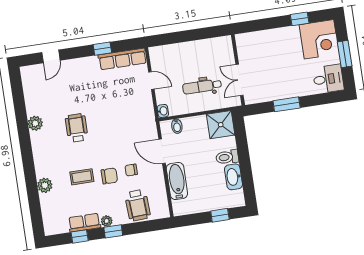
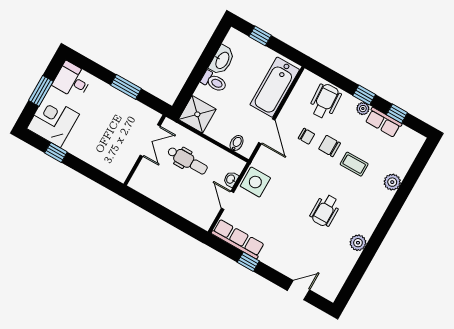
side table: (142, 109) -> (255, 182), added
washbasin: (163, 111) -> (231, 179), moved
bathtub: (177, 181) -> (275, 87), width x1.36, depth x1.36

